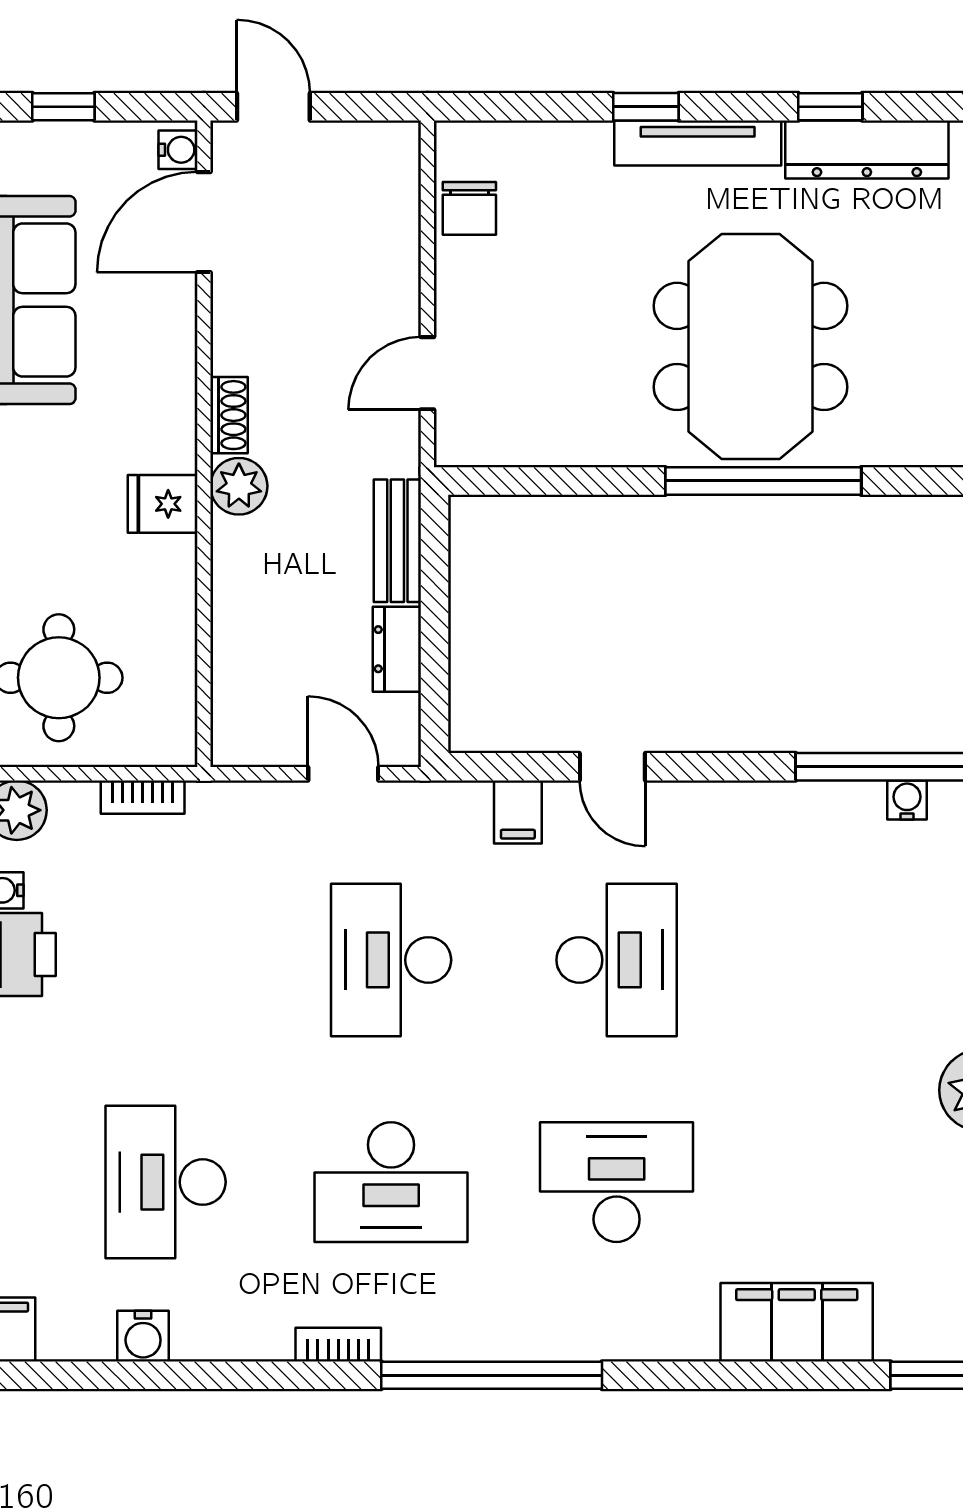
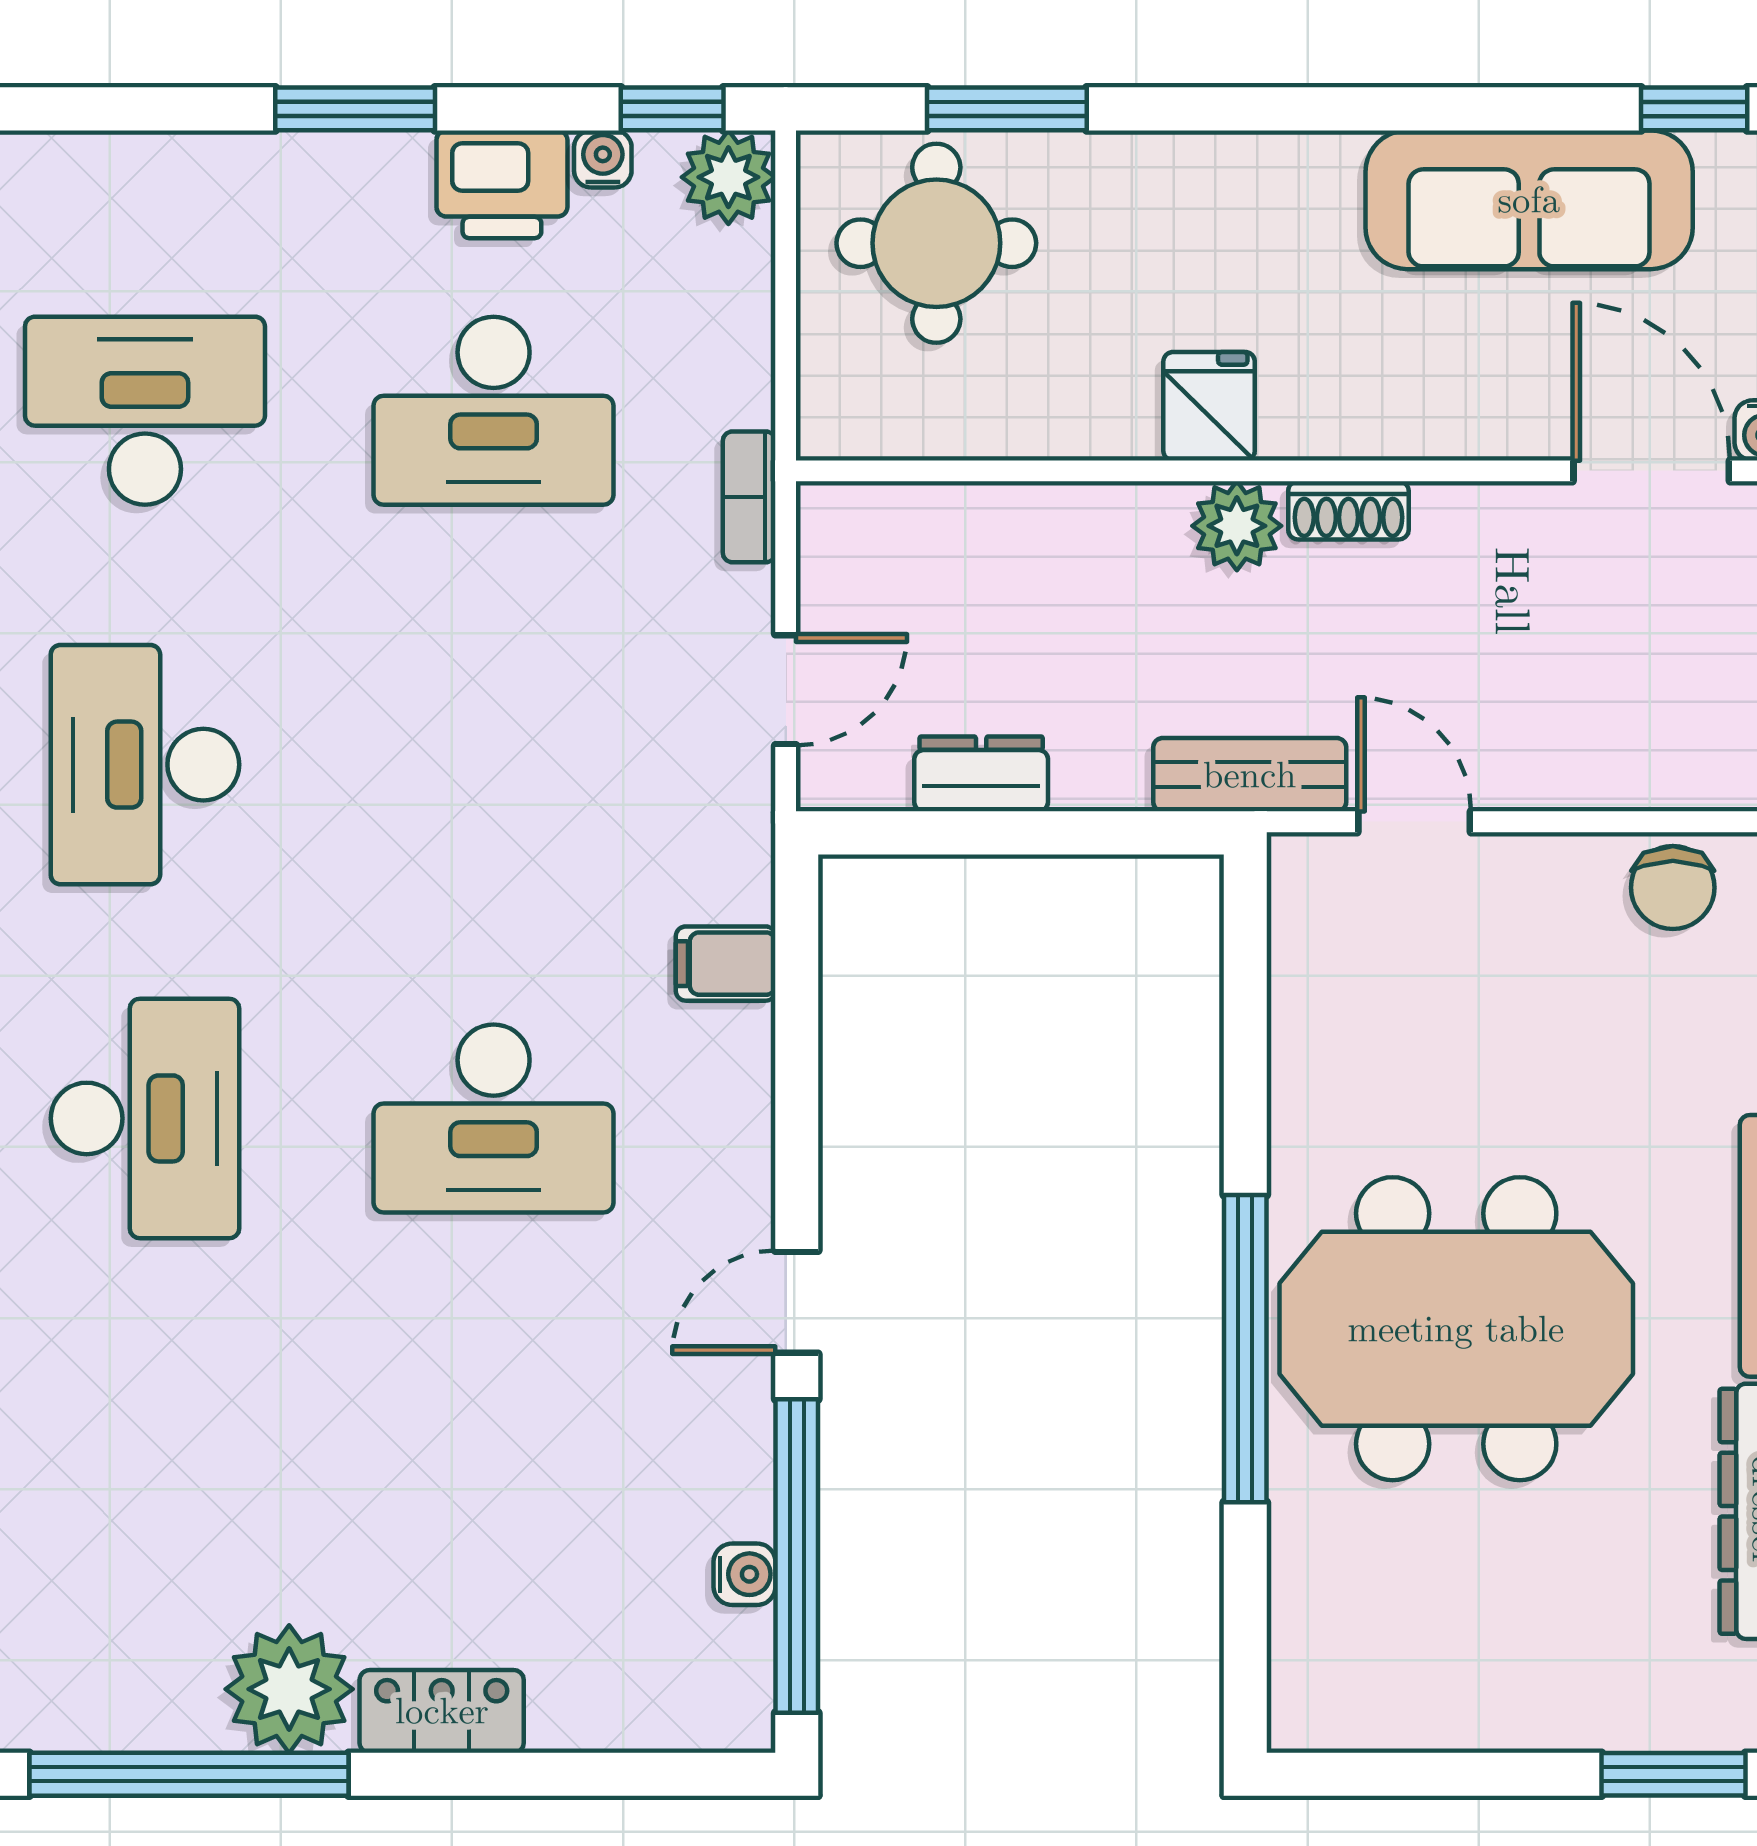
chair: (469, 208) -> (1673, 888), turned -90
bench: (397, 541) -> (1250, 775), moved
door: (612, 767) -> (797, 1302), moved
bookcase: (143, 797) -> (749, 497), moved
desk: (391, 960) -> (494, 411), moved, turned 180

